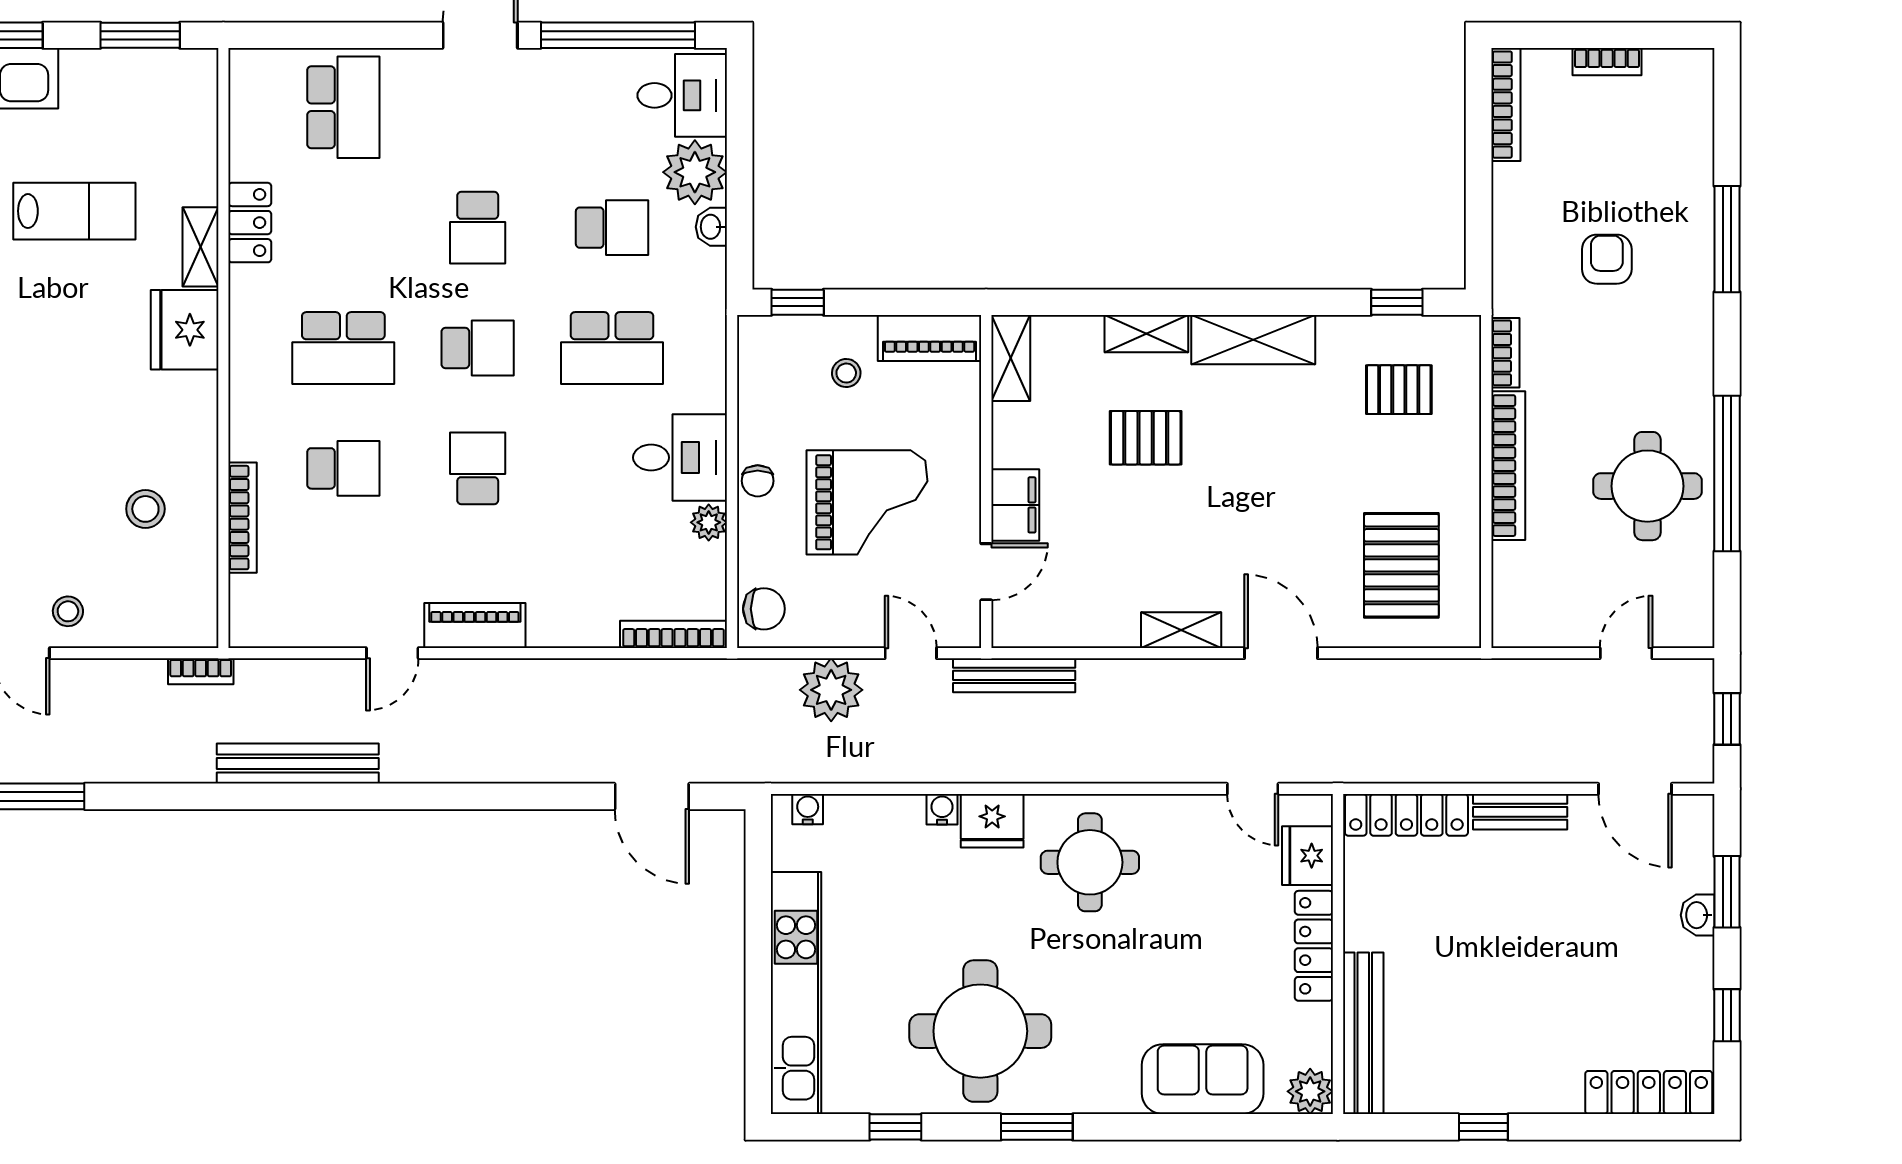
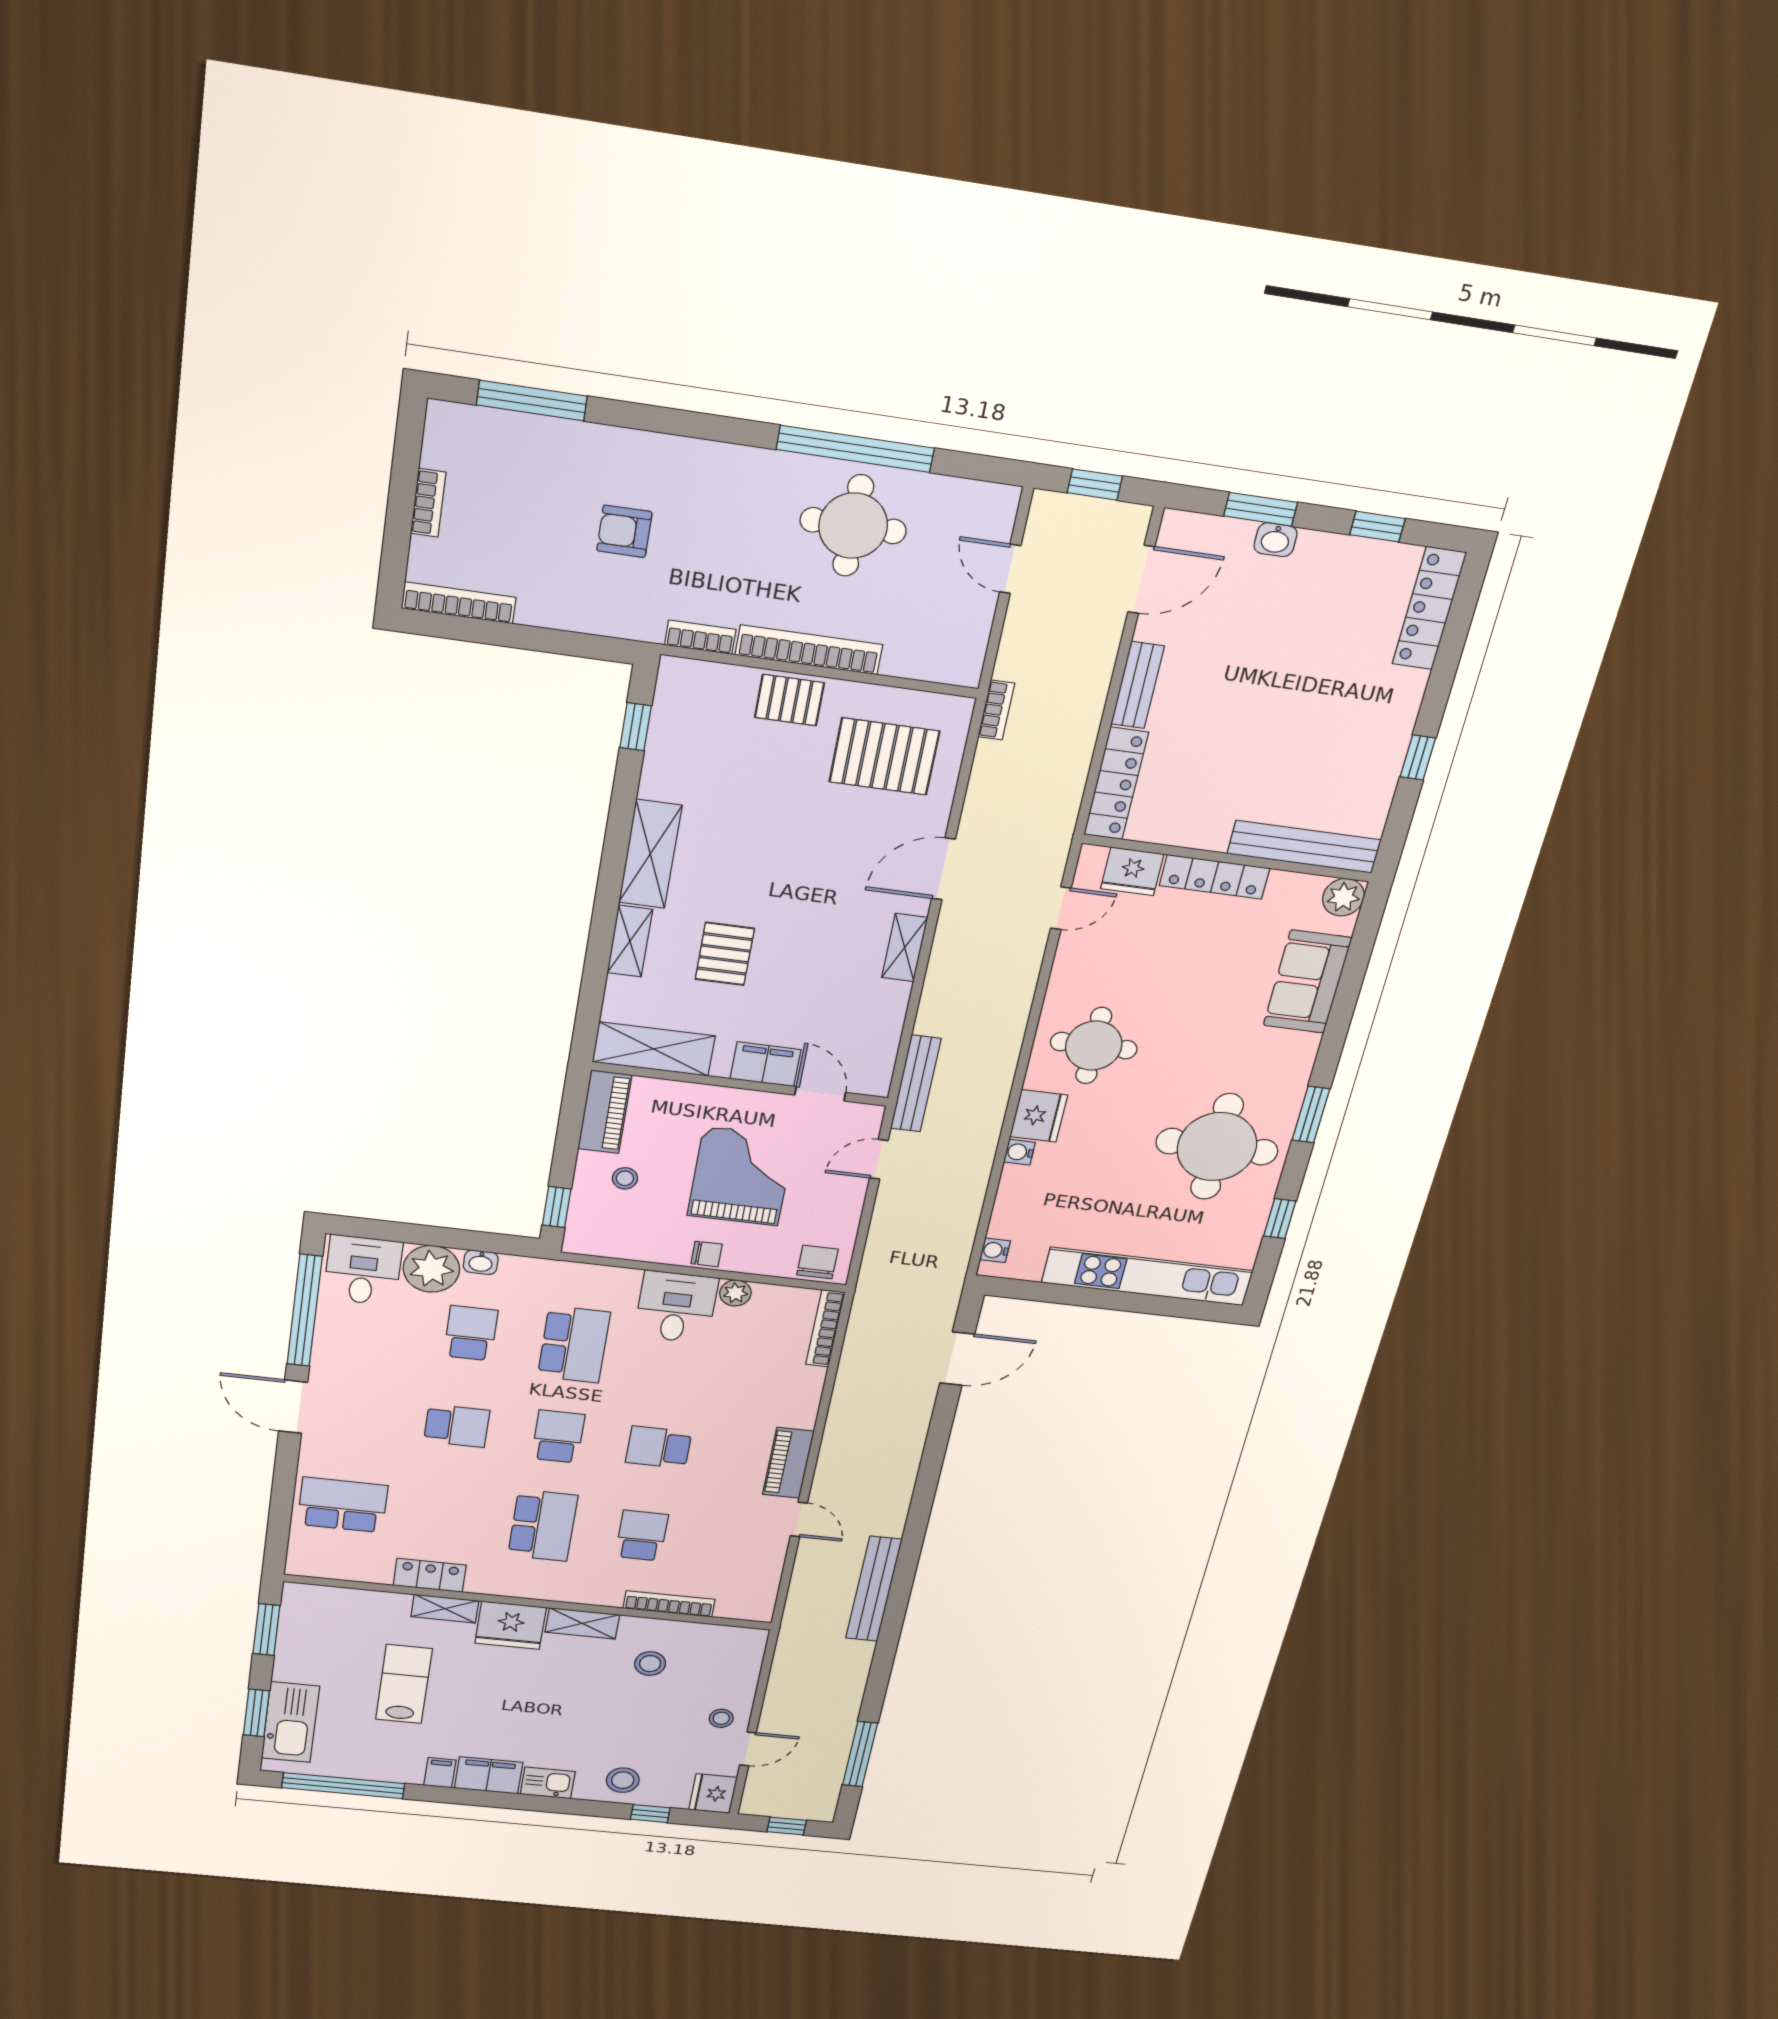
window: (1727, 239) -> (532, 401), moved
shelving: (1011, 358) -> (654, 1049), width x1.50, depth x1.33
pallet: (1399, 390) -> (789, 700), moved, turned 90
shelving: (199, 417) -> (582, 1623), added
bookcase: (201, 671) -> (996, 710), moved
plant: (831, 690) -> (897, 1222), removed

